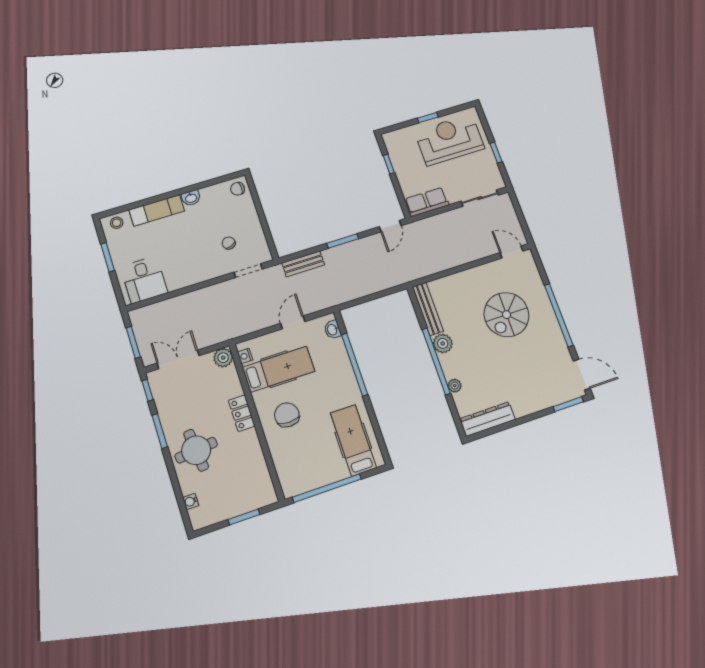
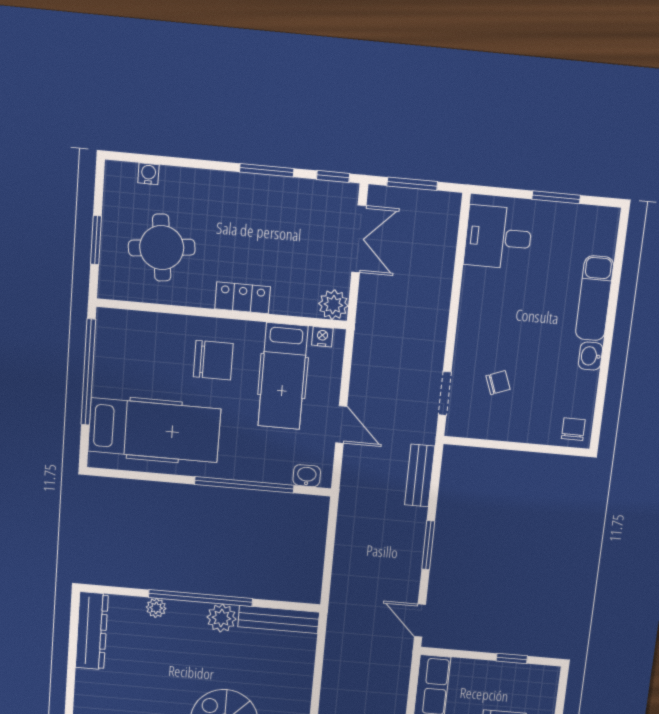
stool: (117, 223) -> (603, 231), removed
hospital bed: (353, 440) -> (154, 430), width x1.37, depth x1.29
round table: (196, 450) -> (162, 248), moved

